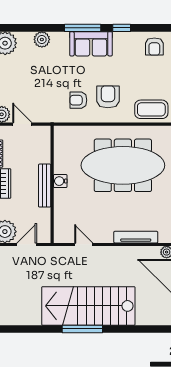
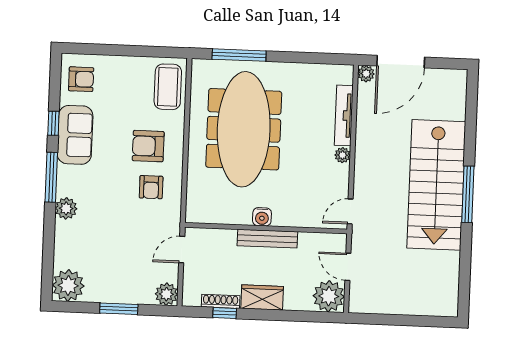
plant: (42, 39) -> (66, 208), moved
sofa: (91, 44) -> (75, 135), moved
door: (22, 124) -> (182, 250), moved
plant: (107, 237) -> (342, 155), added
door: (84, 245) -> (350, 211), moved

